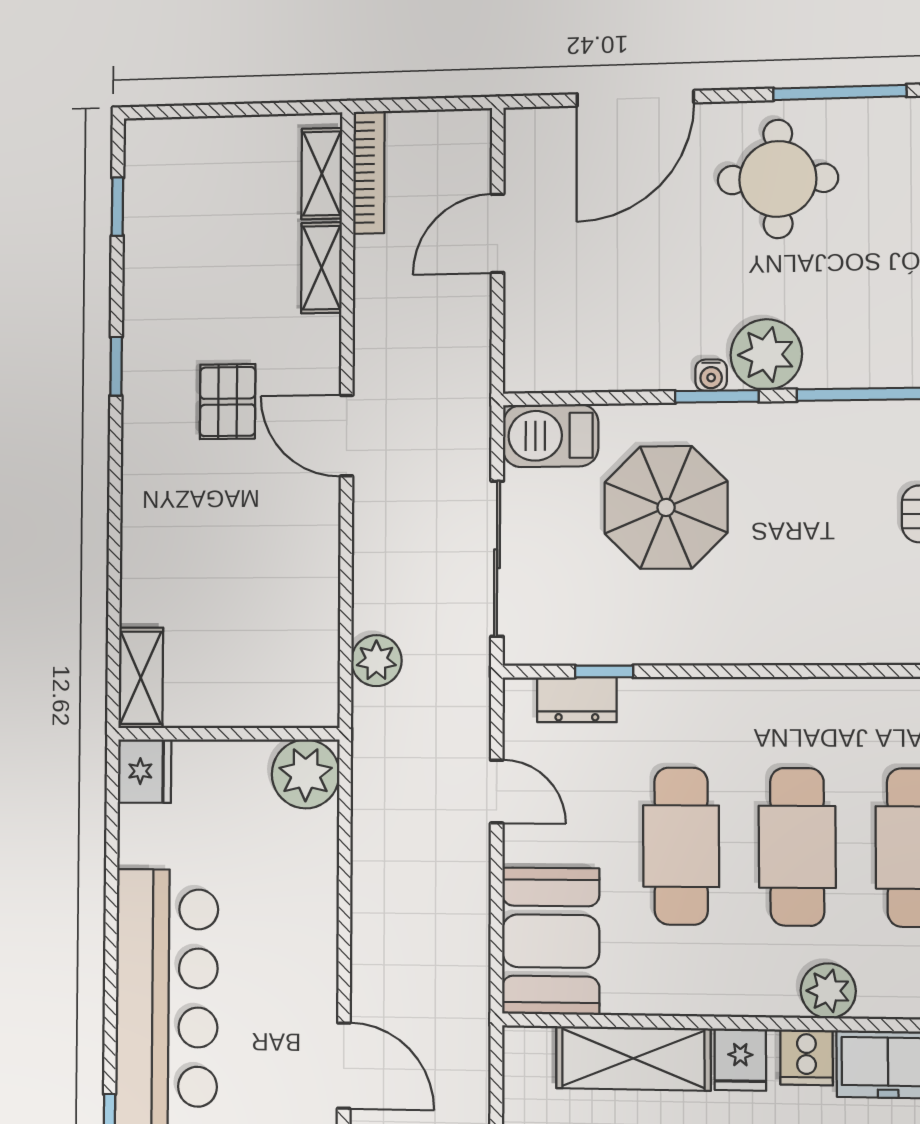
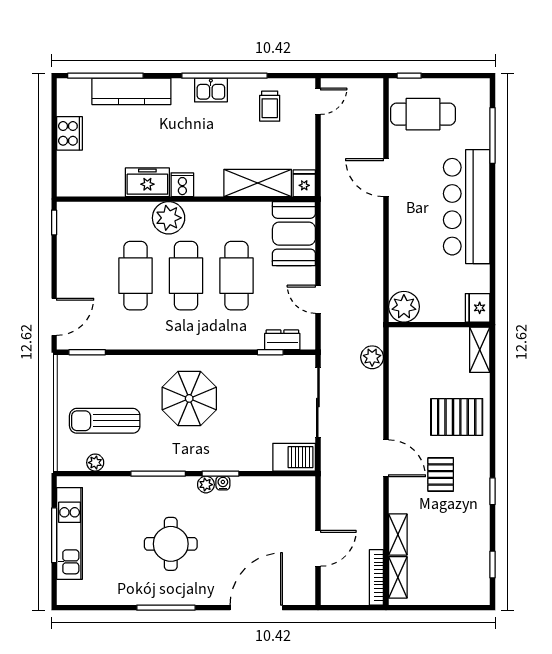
round table: (778, 179) -> (171, 544), moved
plant: (766, 355) -> (206, 485), width x0.53, depth x0.53
parasol: (666, 507) -> (189, 398), moved
pallet: (192, 529) -> (457, 417), added
plant: (828, 991) -> (169, 218), width x1.36, depth x1.36
fridge: (740, 1060) -> (304, 183), moved

